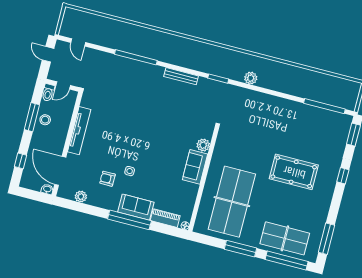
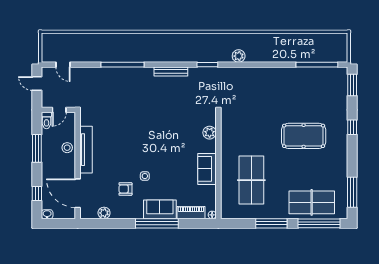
stool: (45, 120) -> (67, 148), moved
sofa: (195, 167) -> (207, 169), moved
washbasin: (47, 189) -> (47, 214), moved
table tennis table: (232, 202) -> (251, 180), width x0.73, depth x0.76

